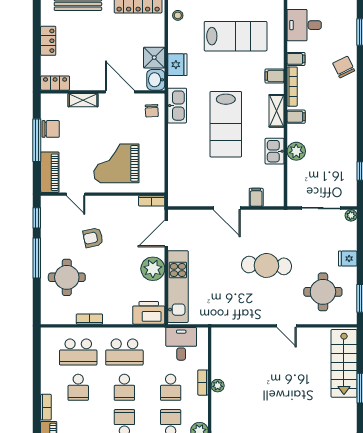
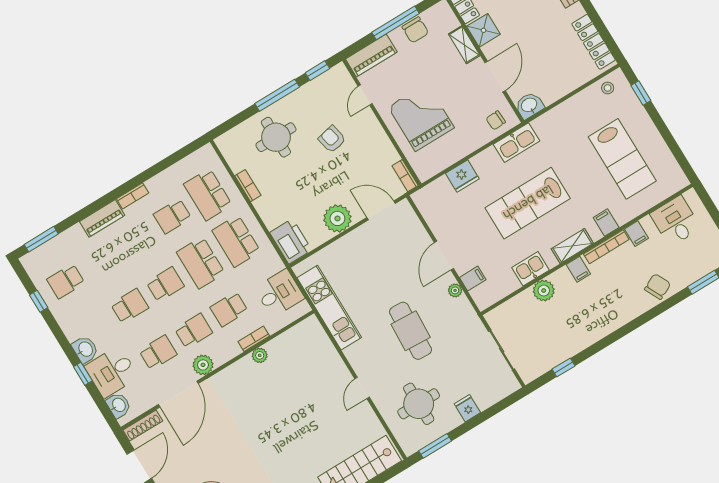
shower: (154, 58) -> (483, 30), moved
fridge: (177, 65) -> (462, 176), moved
plant: (351, 215) -> (455, 290), moved
kitchen unit: (178, 287) -> (329, 308), moved, turned -90
school desk: (124, 387) -> (201, 263), width x1.85

